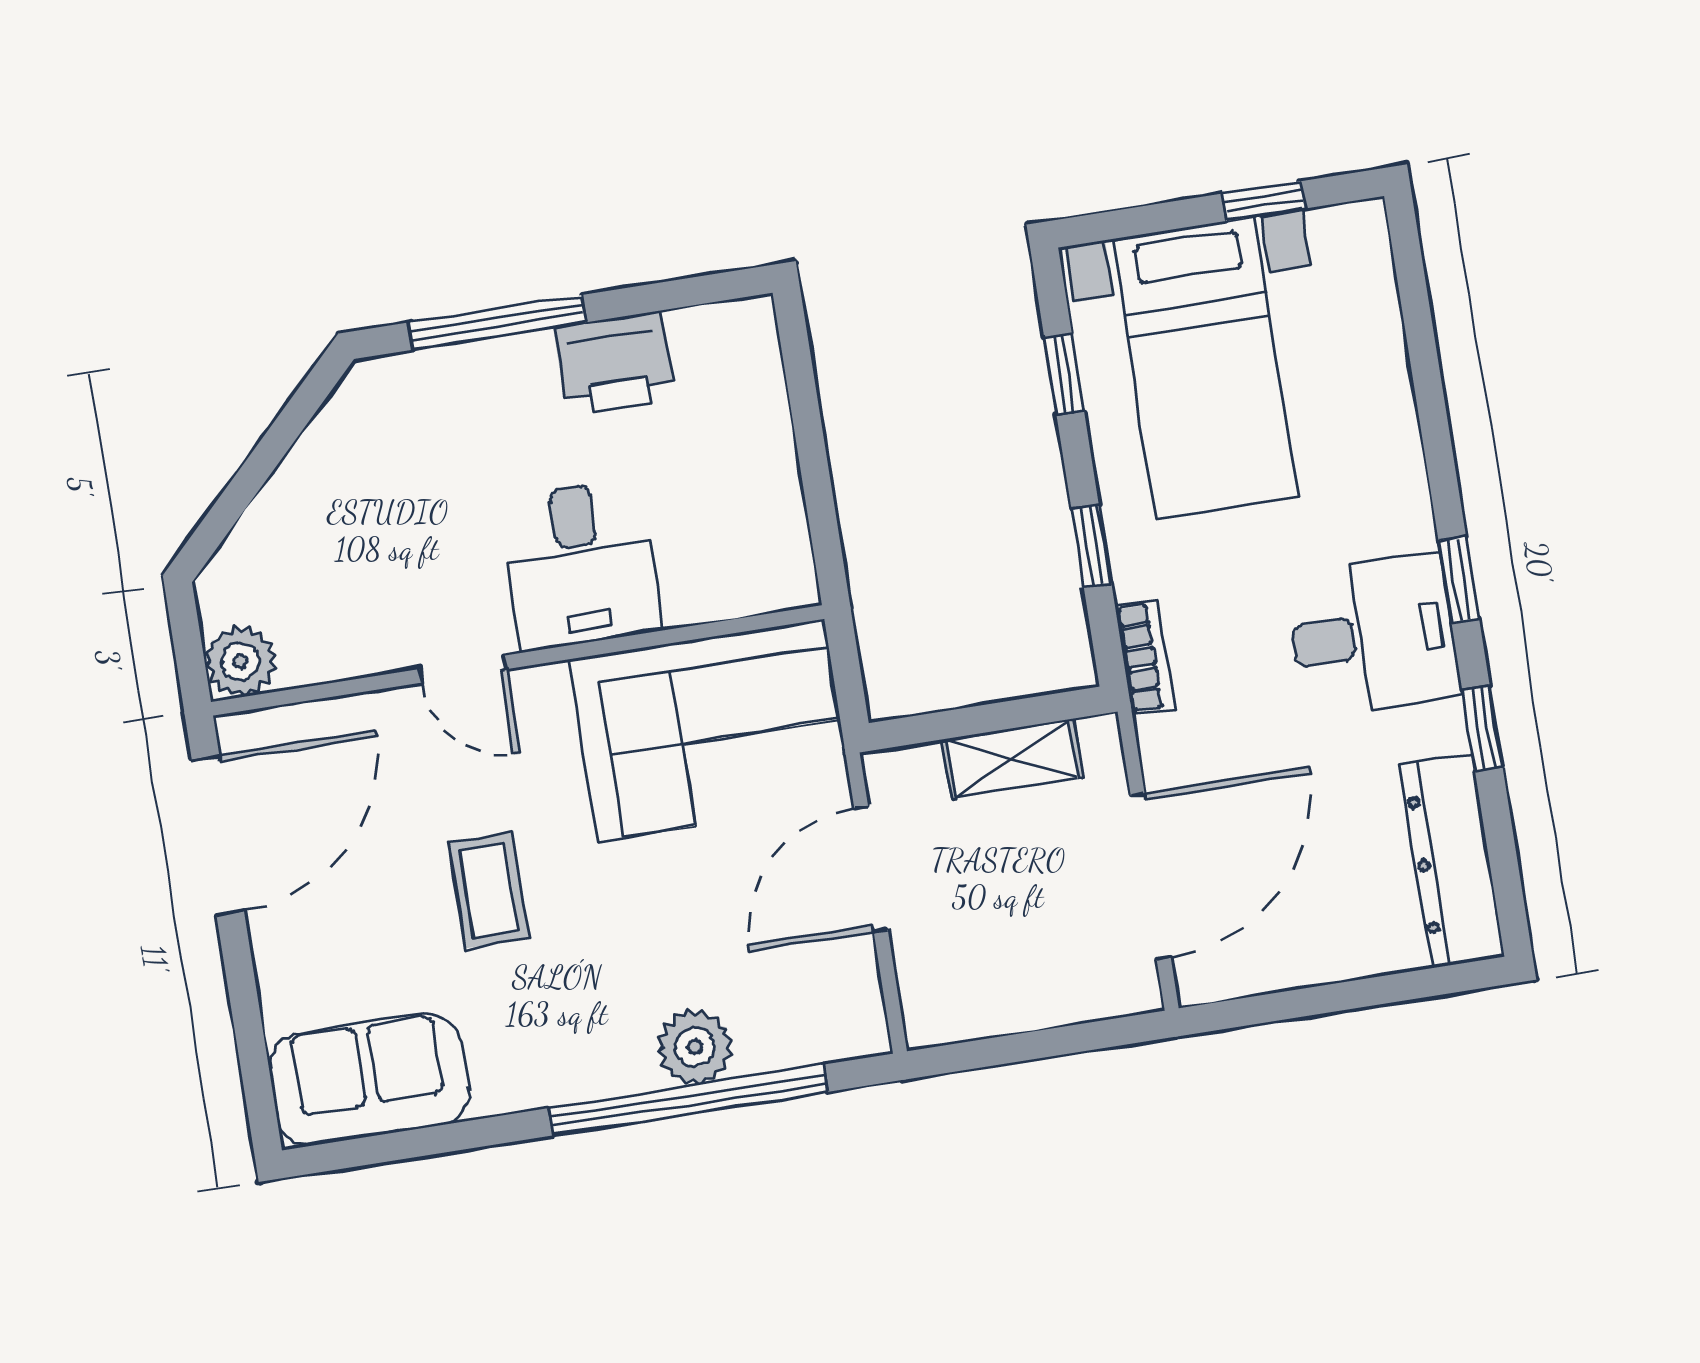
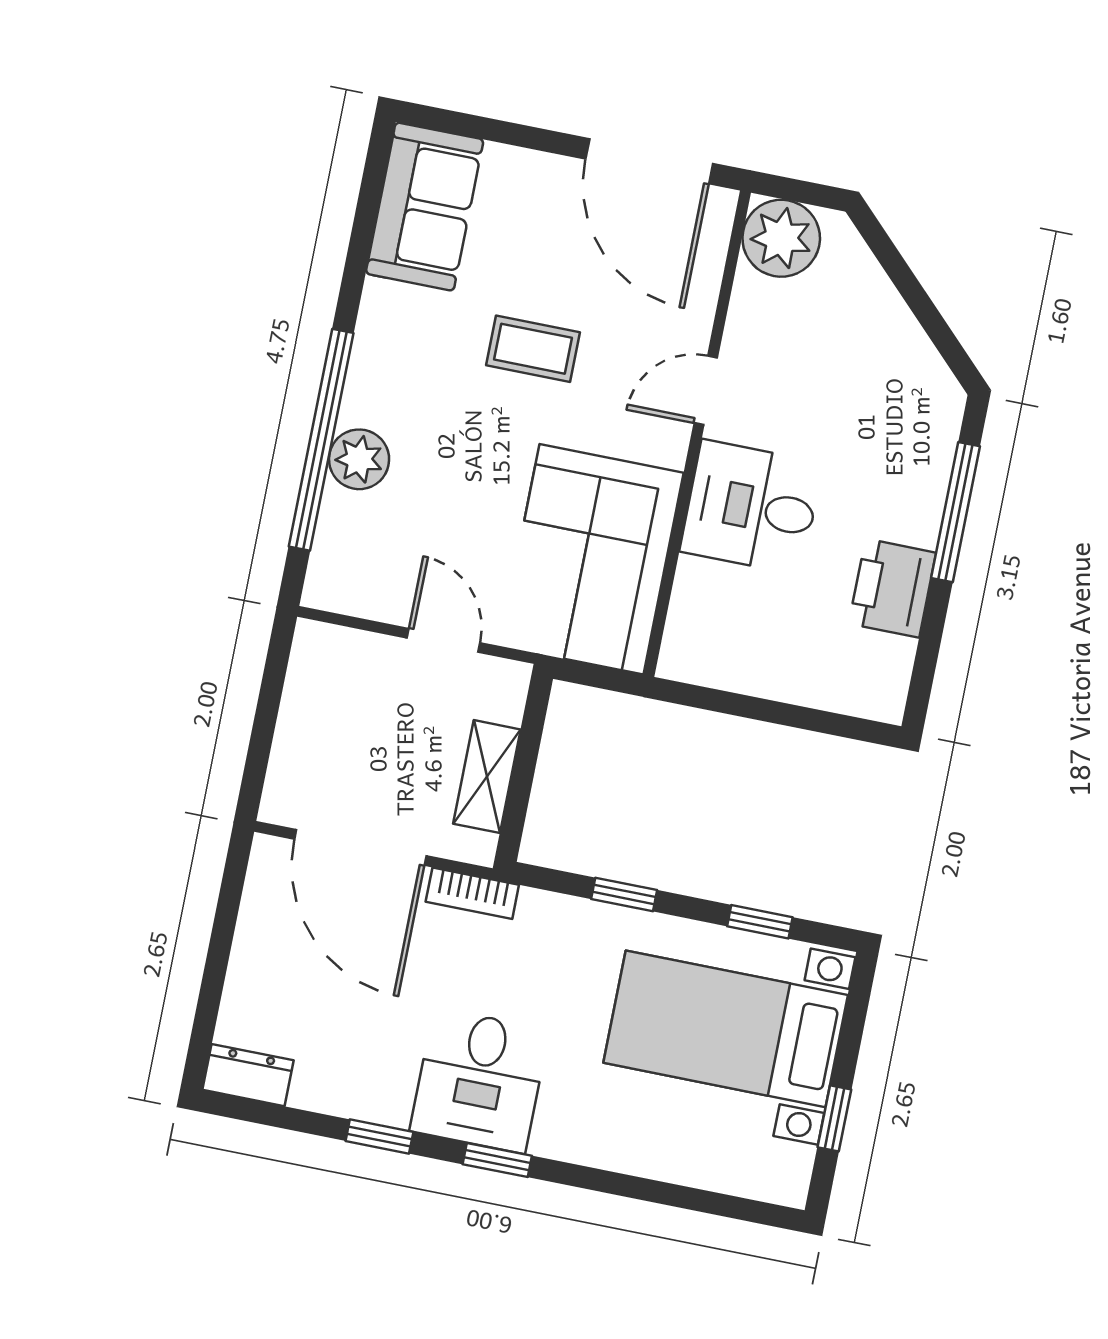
bookcase: (1145, 657) -> (472, 893), moved
plant: (240, 661) -> (781, 238), width x1.36, depth x1.36
dresser: (1452, 861) -> (248, 1075), width x0.51, depth x0.80
door: (871, 869) -> (444, 640), width x0.73

